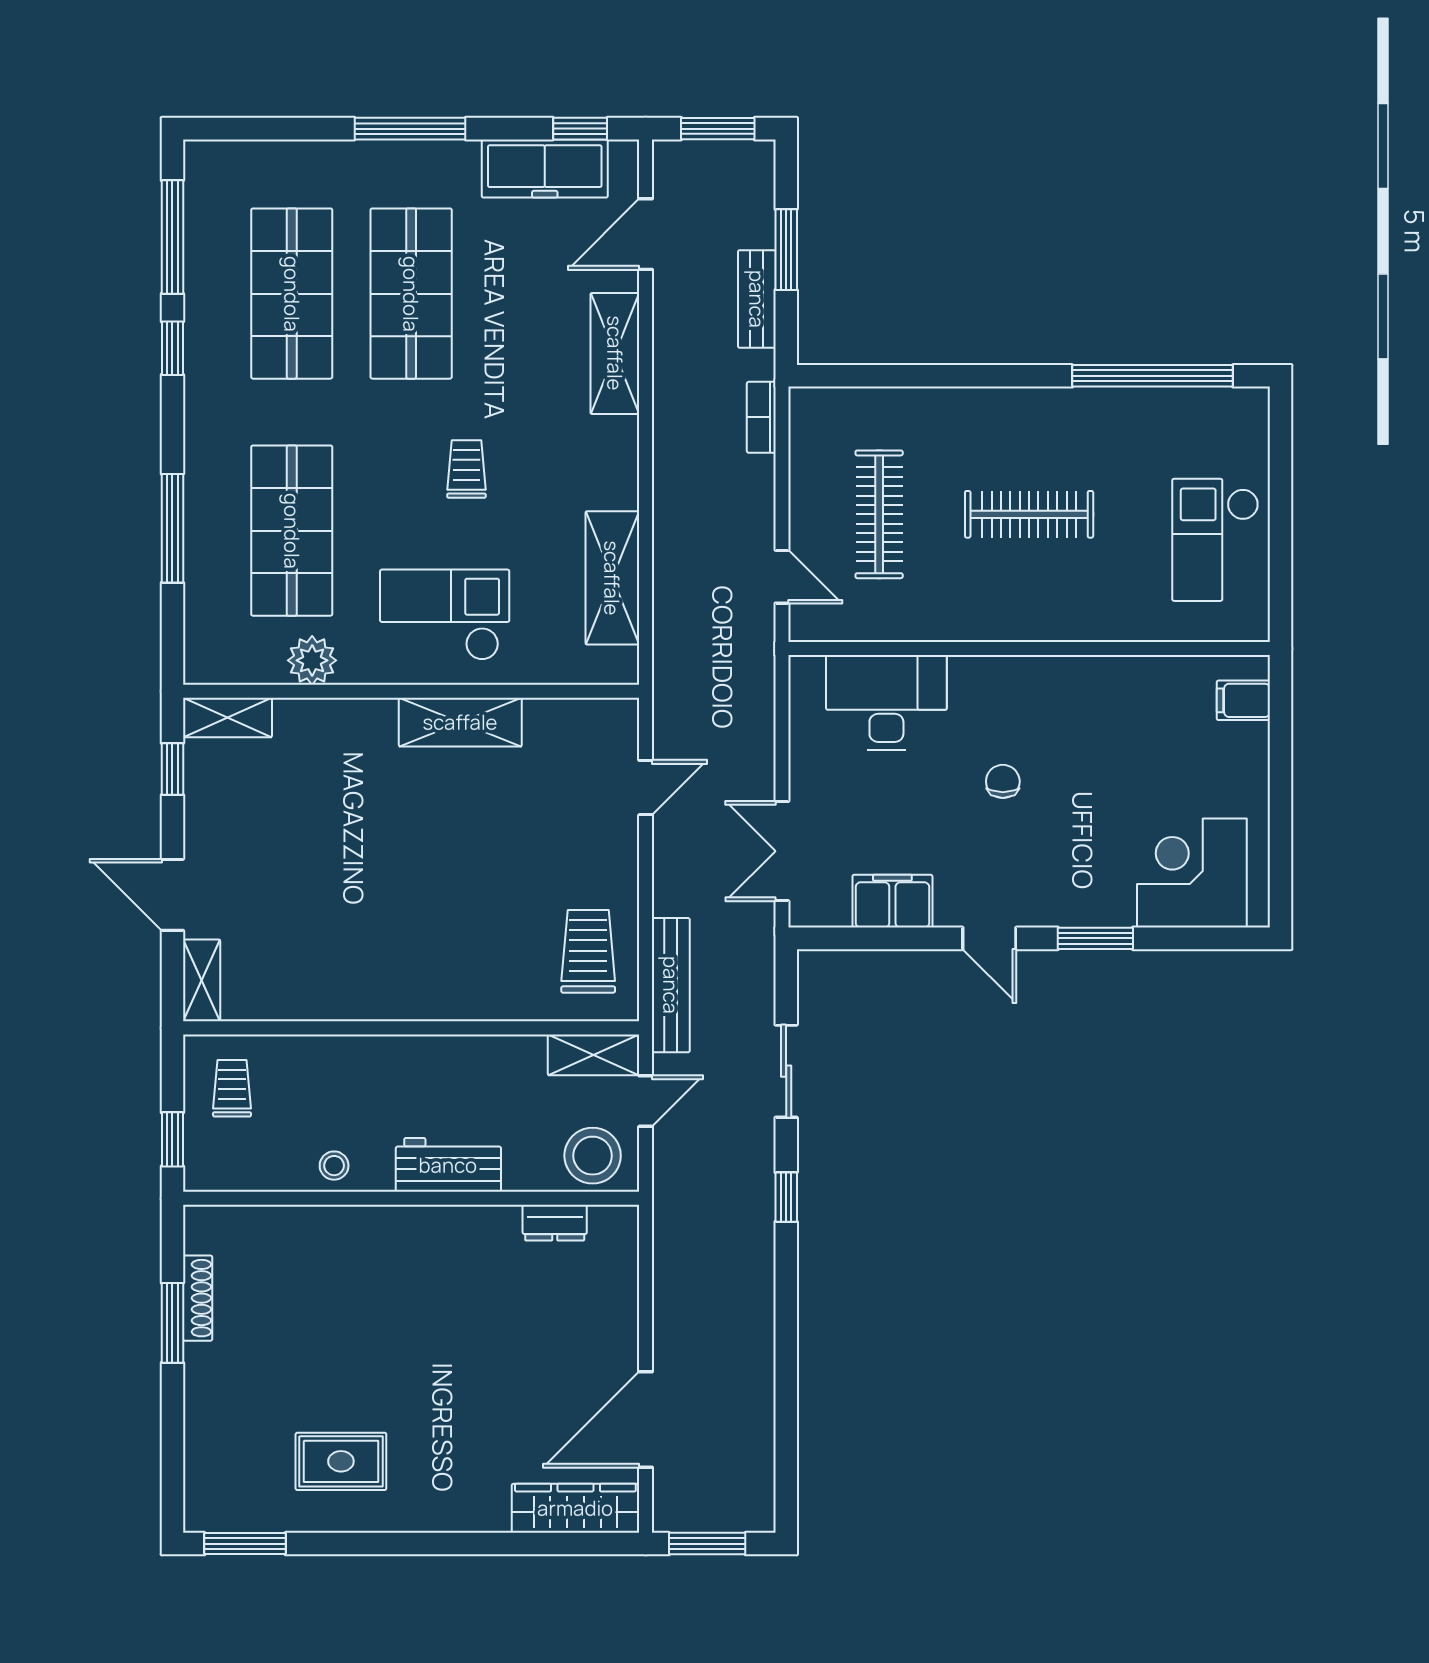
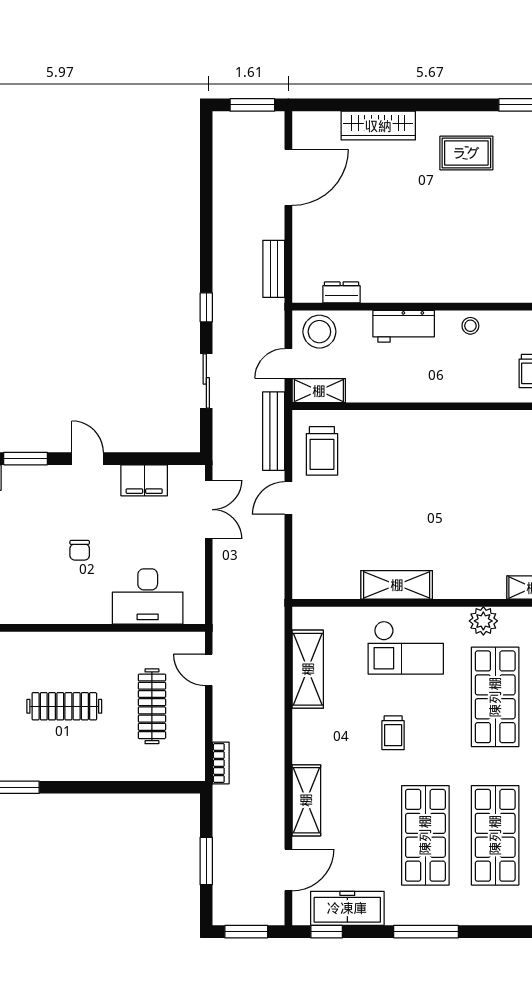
bench: (757, 299) -> (274, 269), moved
door: (646, 788) -> (288, 498), moved
wardrobe: (575, 1508) -> (378, 126), moved

